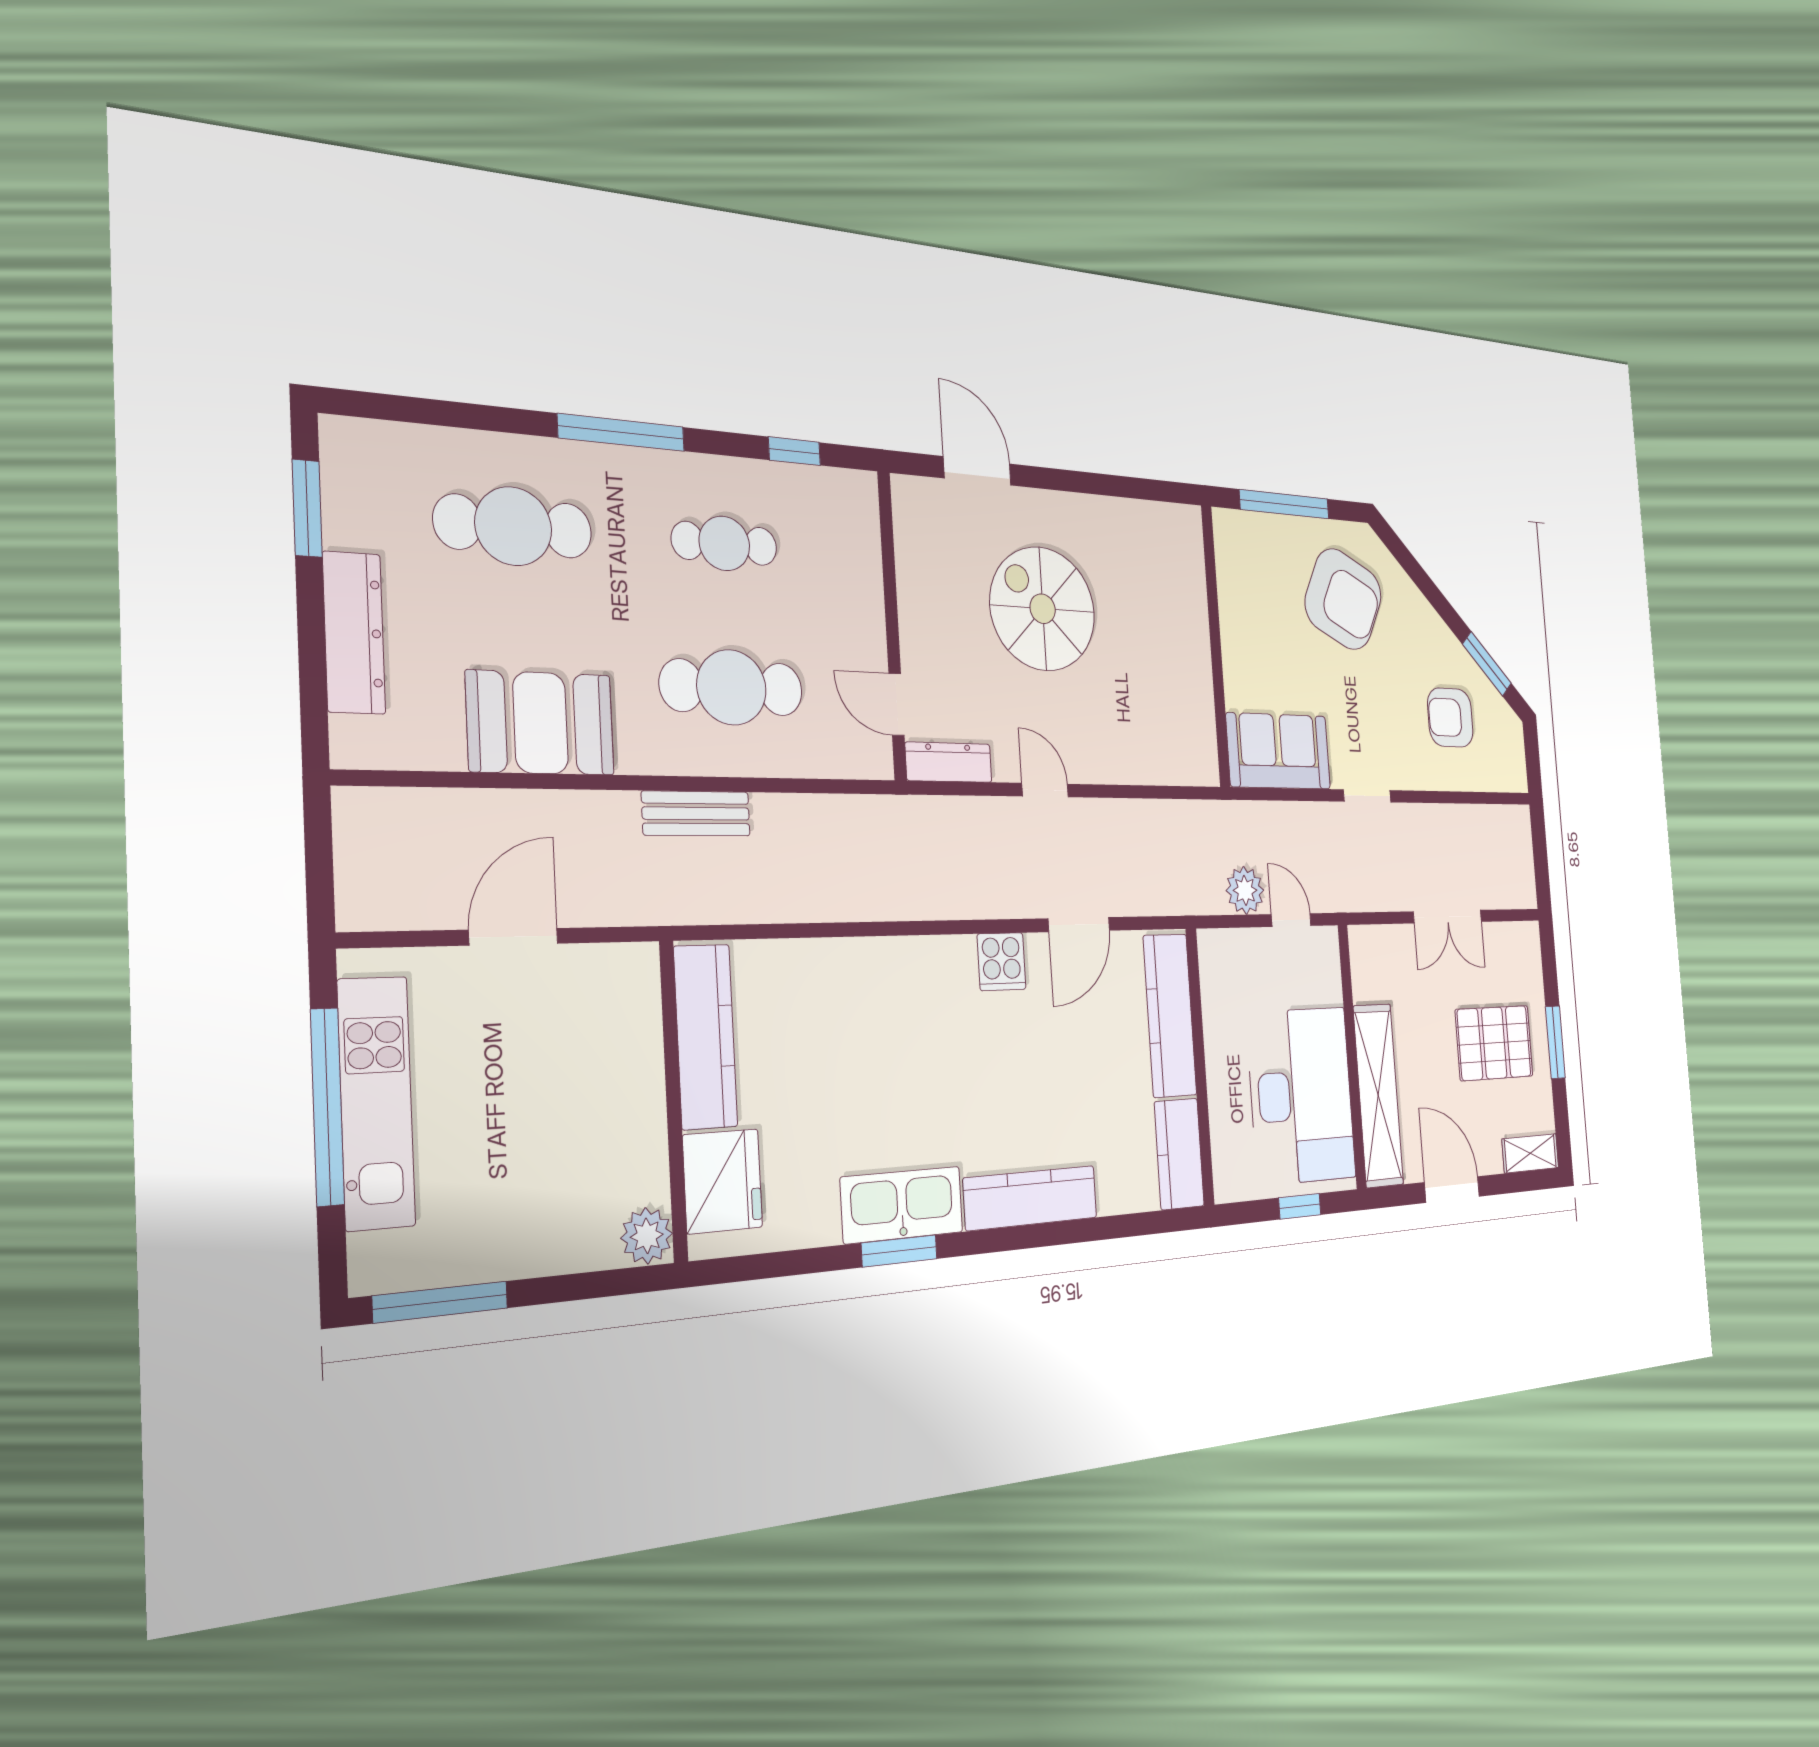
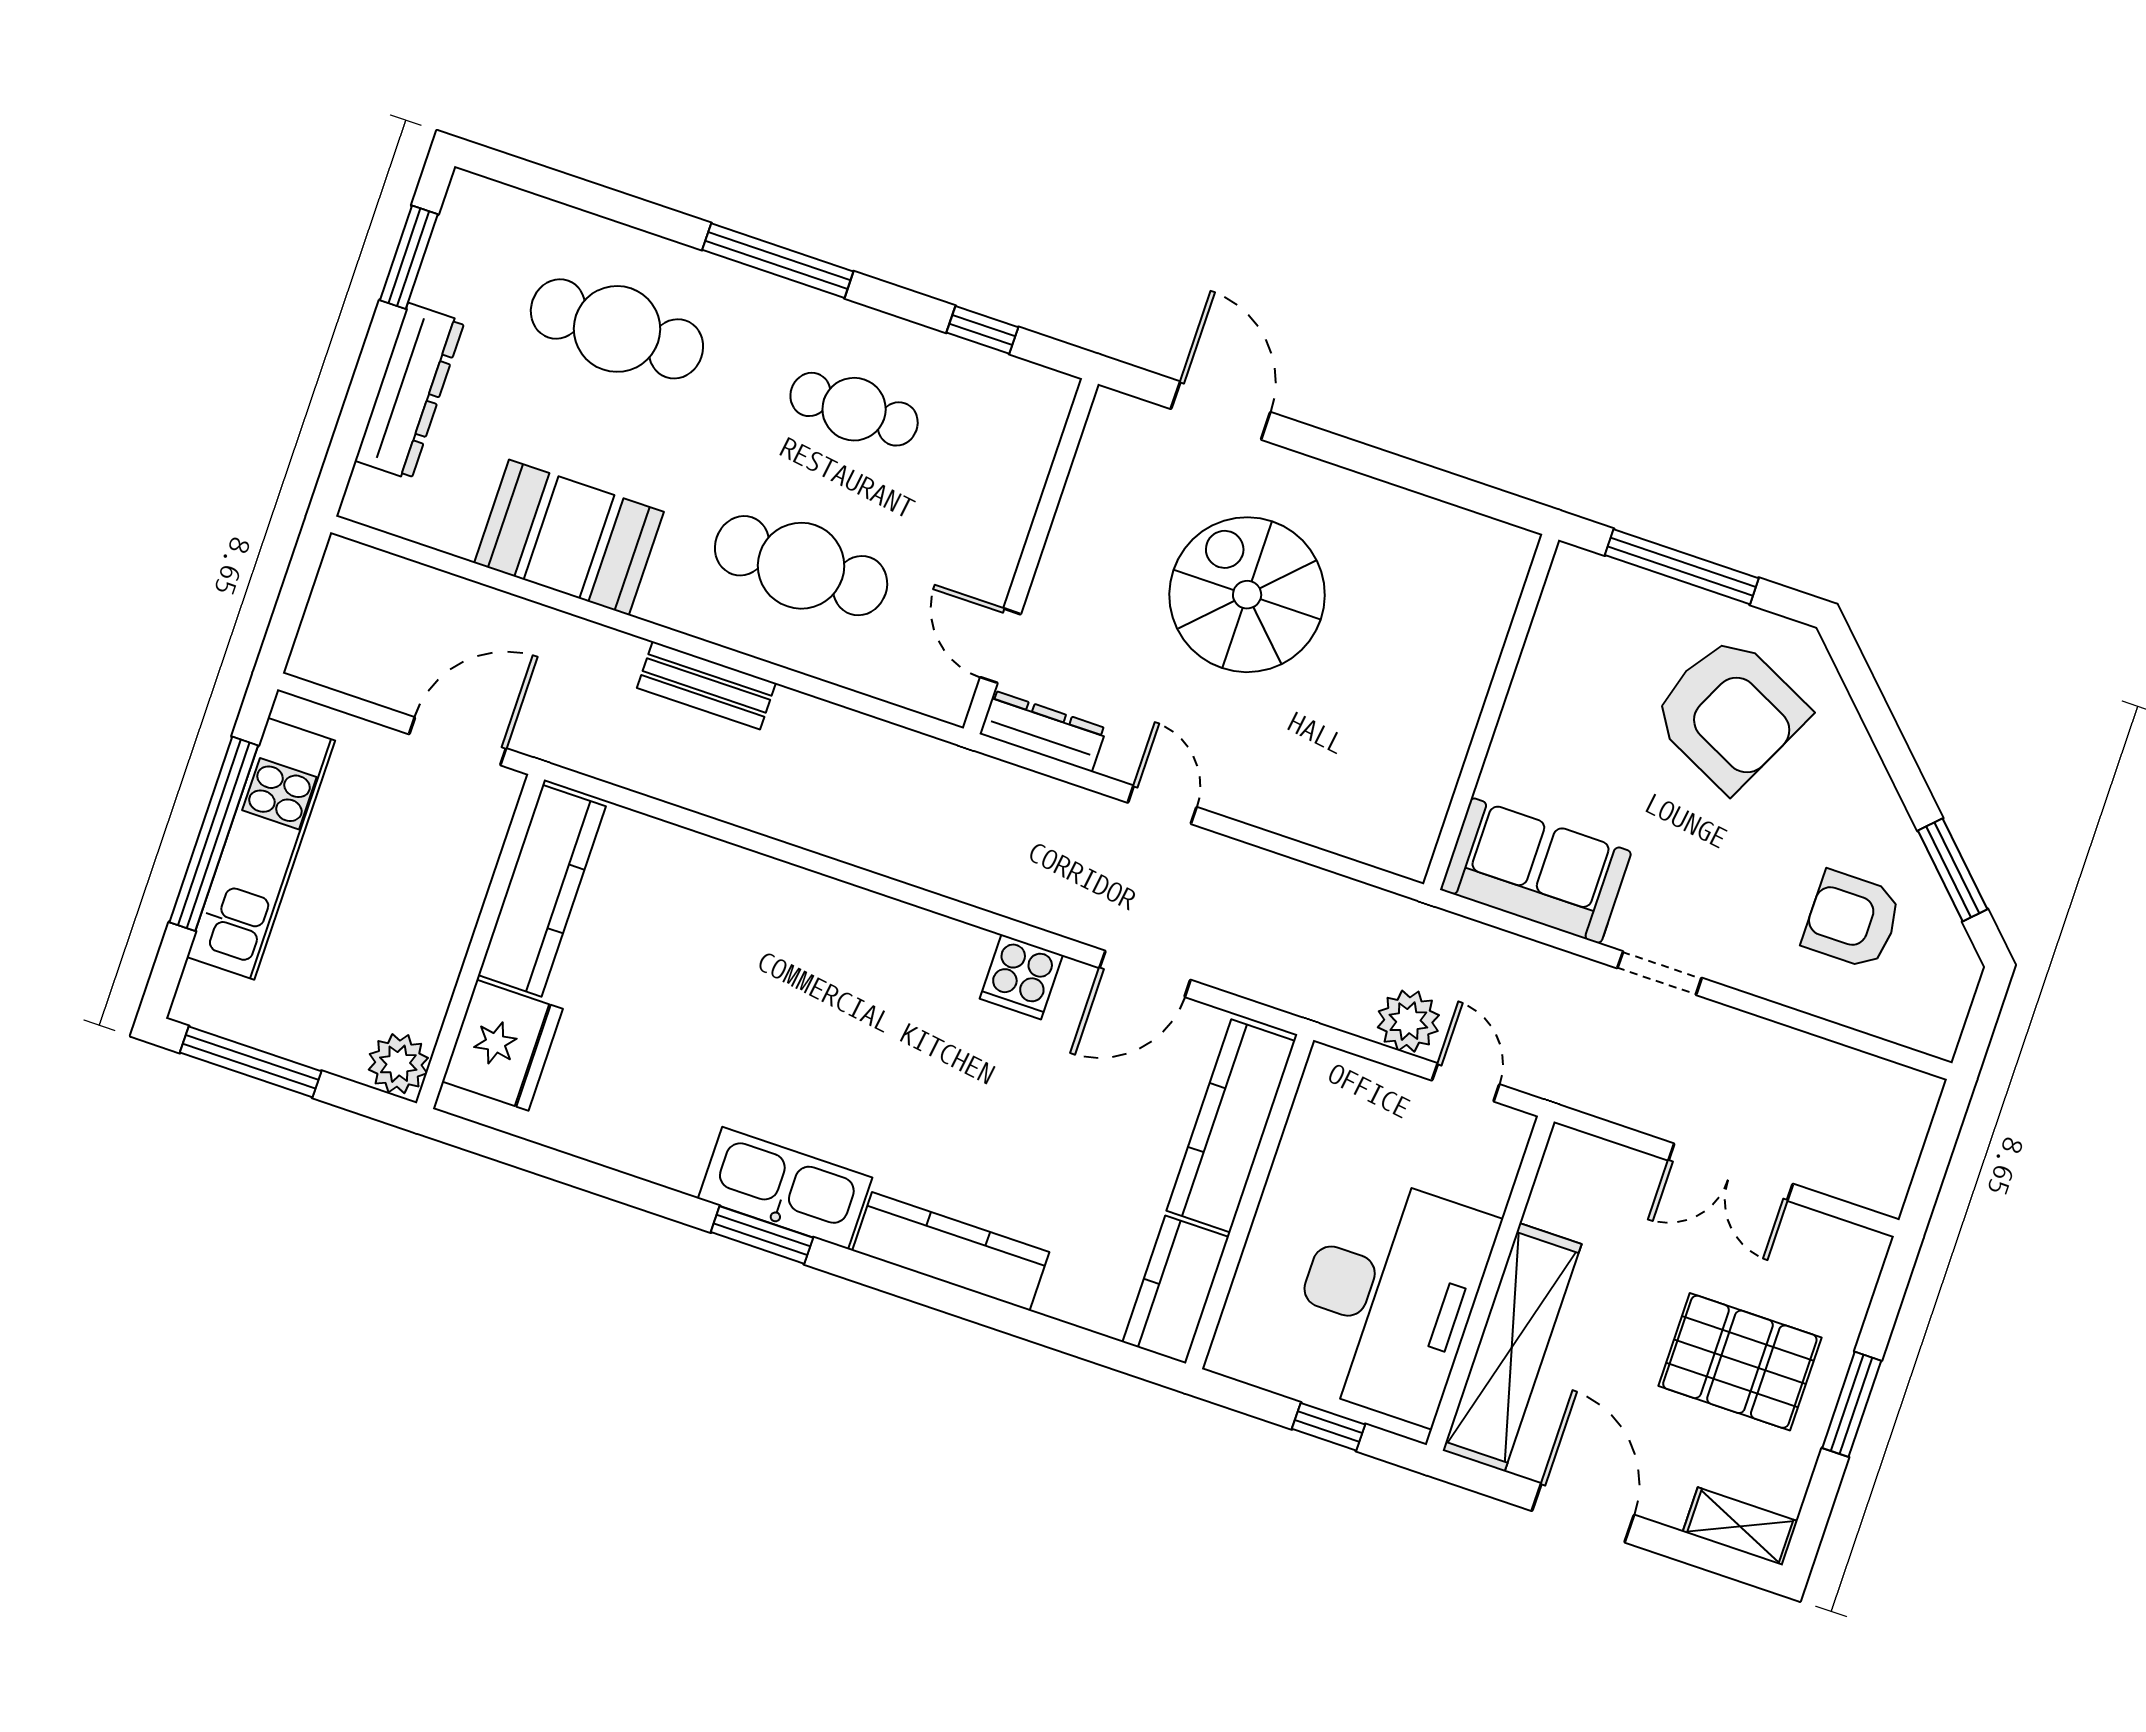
kitchen counter: (706, 1036) -> (542, 891), moved
wall: (674, 1101) -> (481, 941), moved
fridge: (723, 1181) -> (502, 1045), moved
plant: (647, 1236) -> (398, 1064), moved

